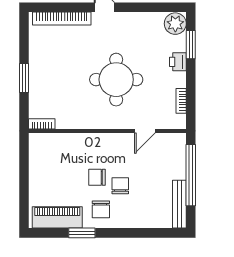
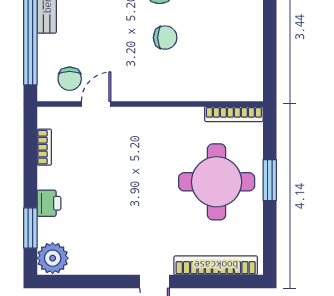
round table: (116, 80) -> (217, 182), moved
bookcase: (42, 124) -> (234, 114), width x1.56
chair: (120, 186) -> (70, 79), moved

